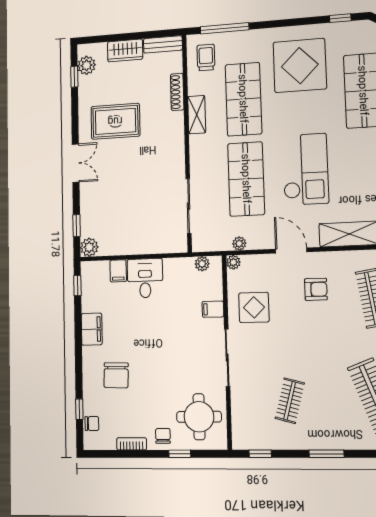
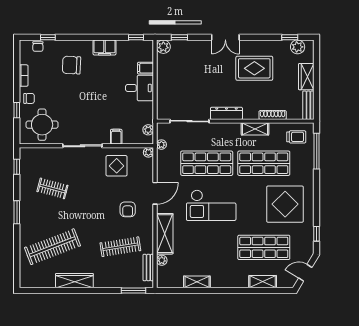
rug: (115, 121) -> (254, 68), turned 90
dresser: (177, 155) -> (226, 113), added
plant: (239, 244) -> (161, 145), moved

